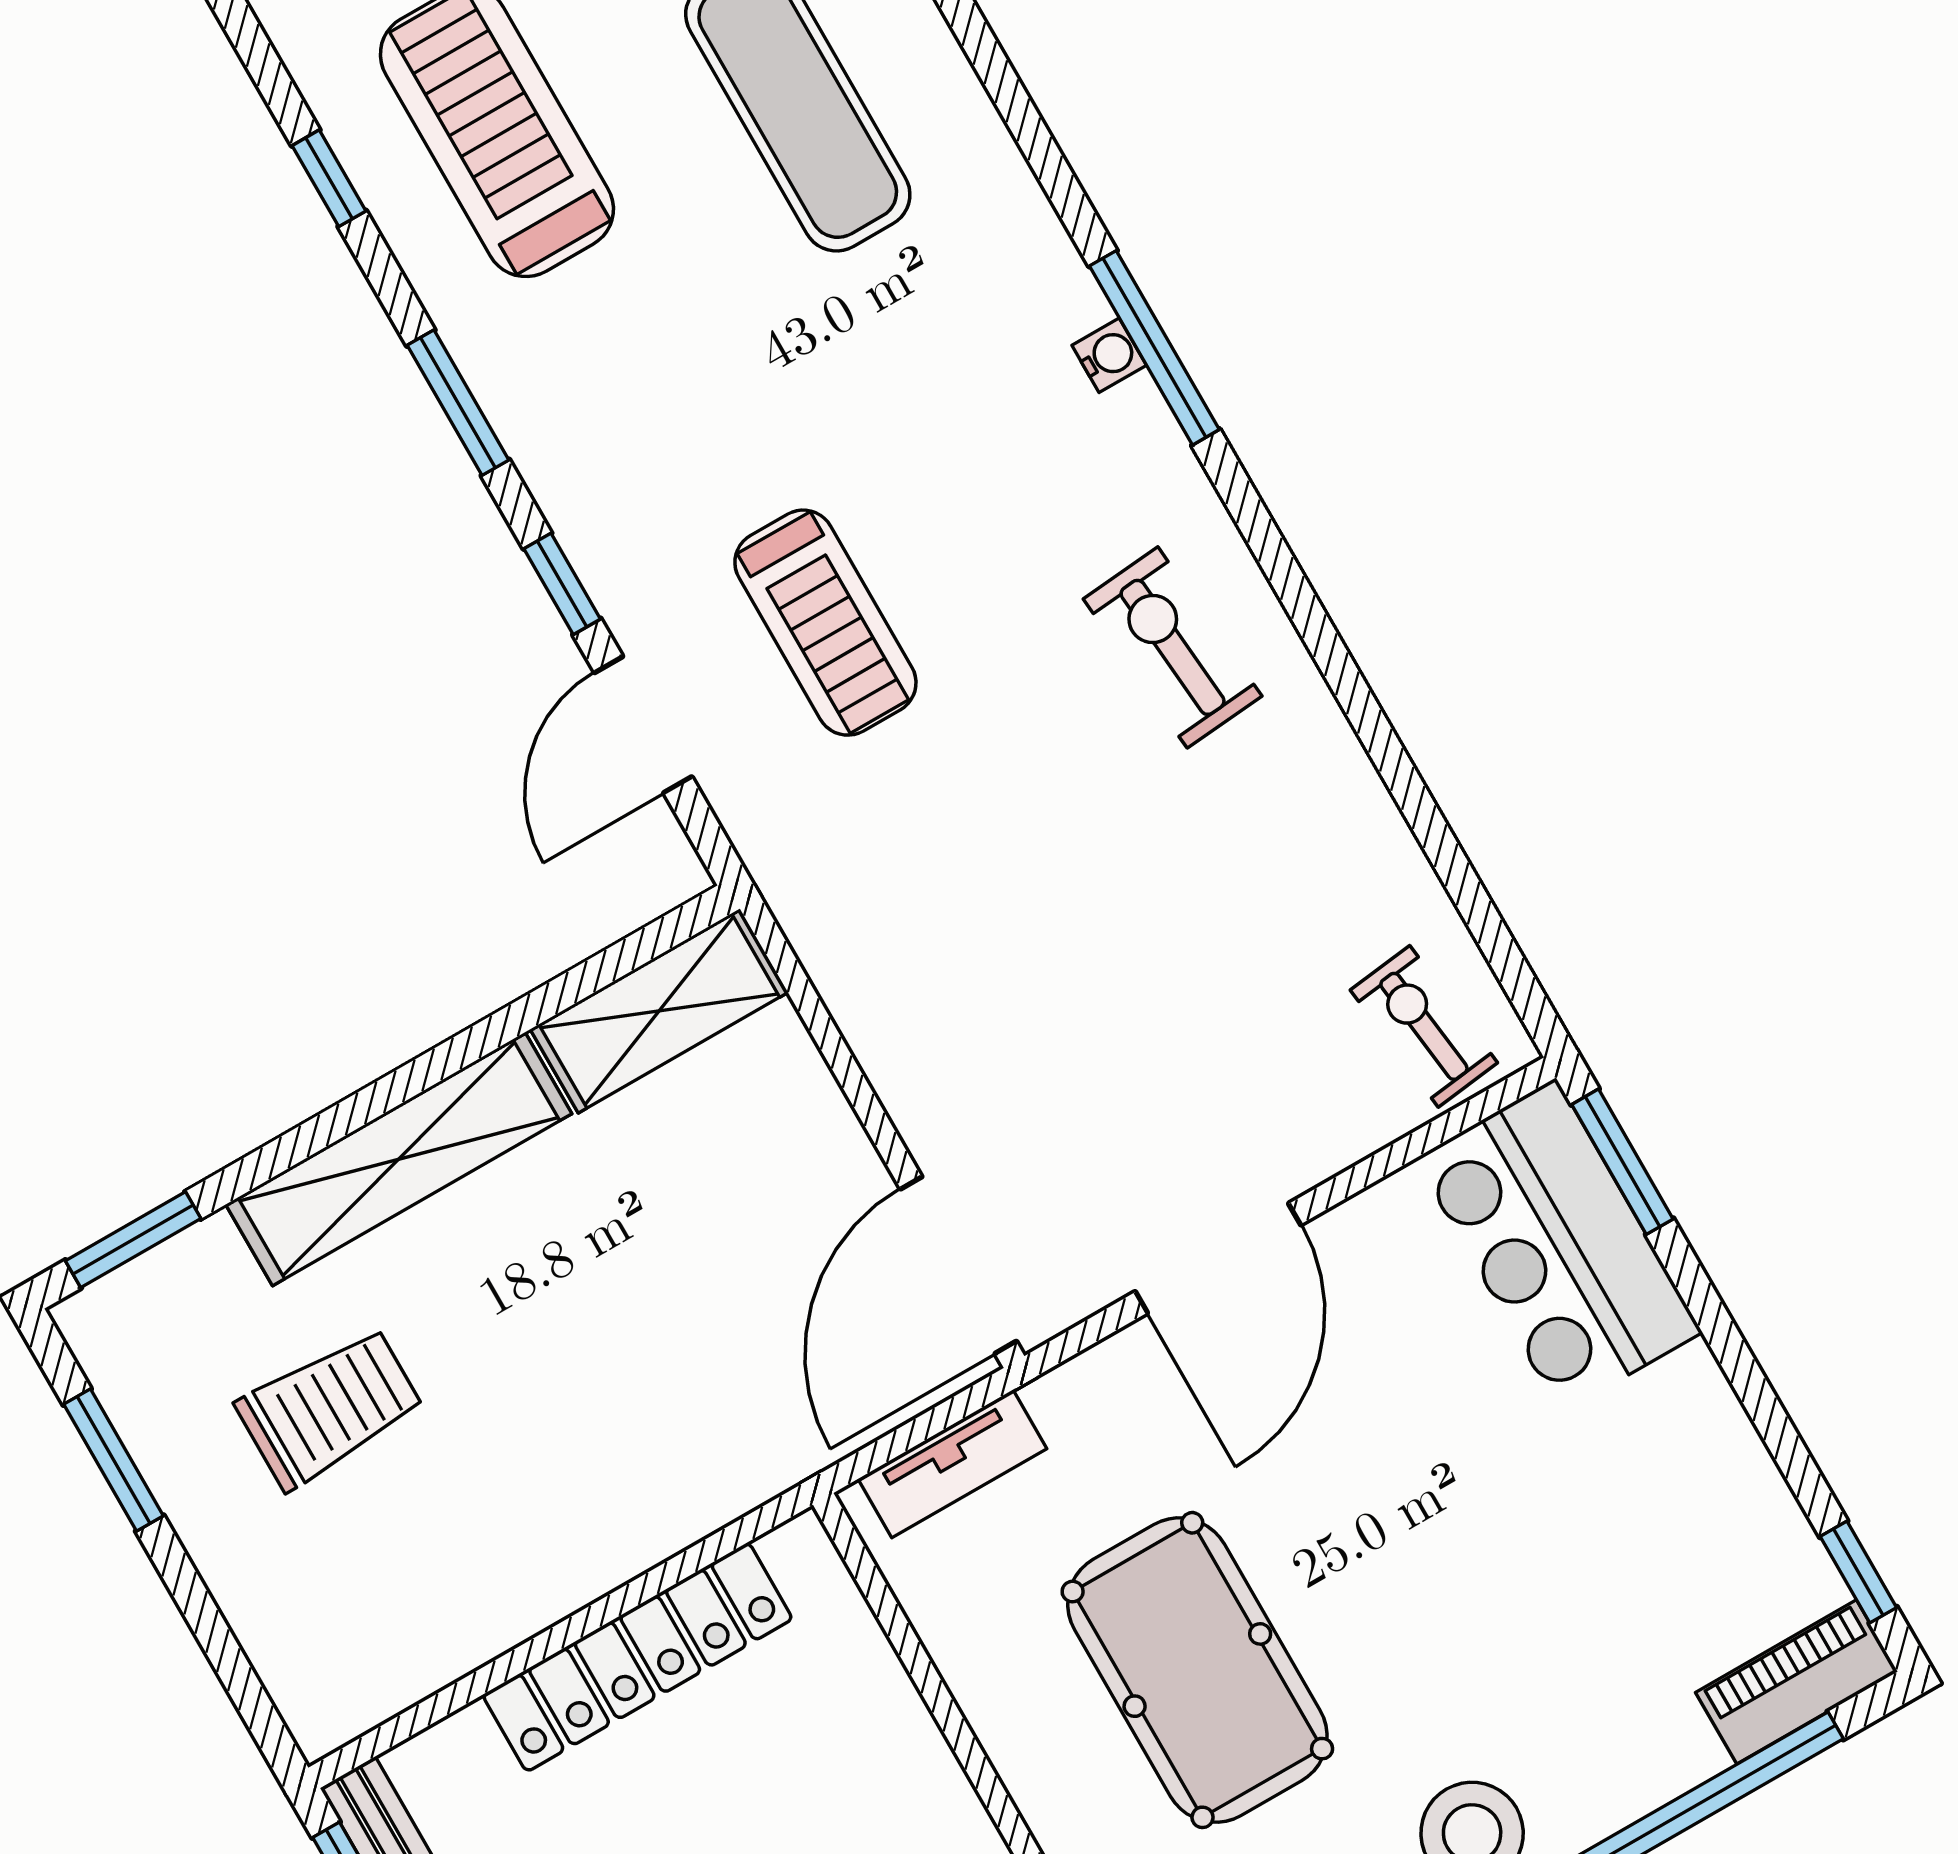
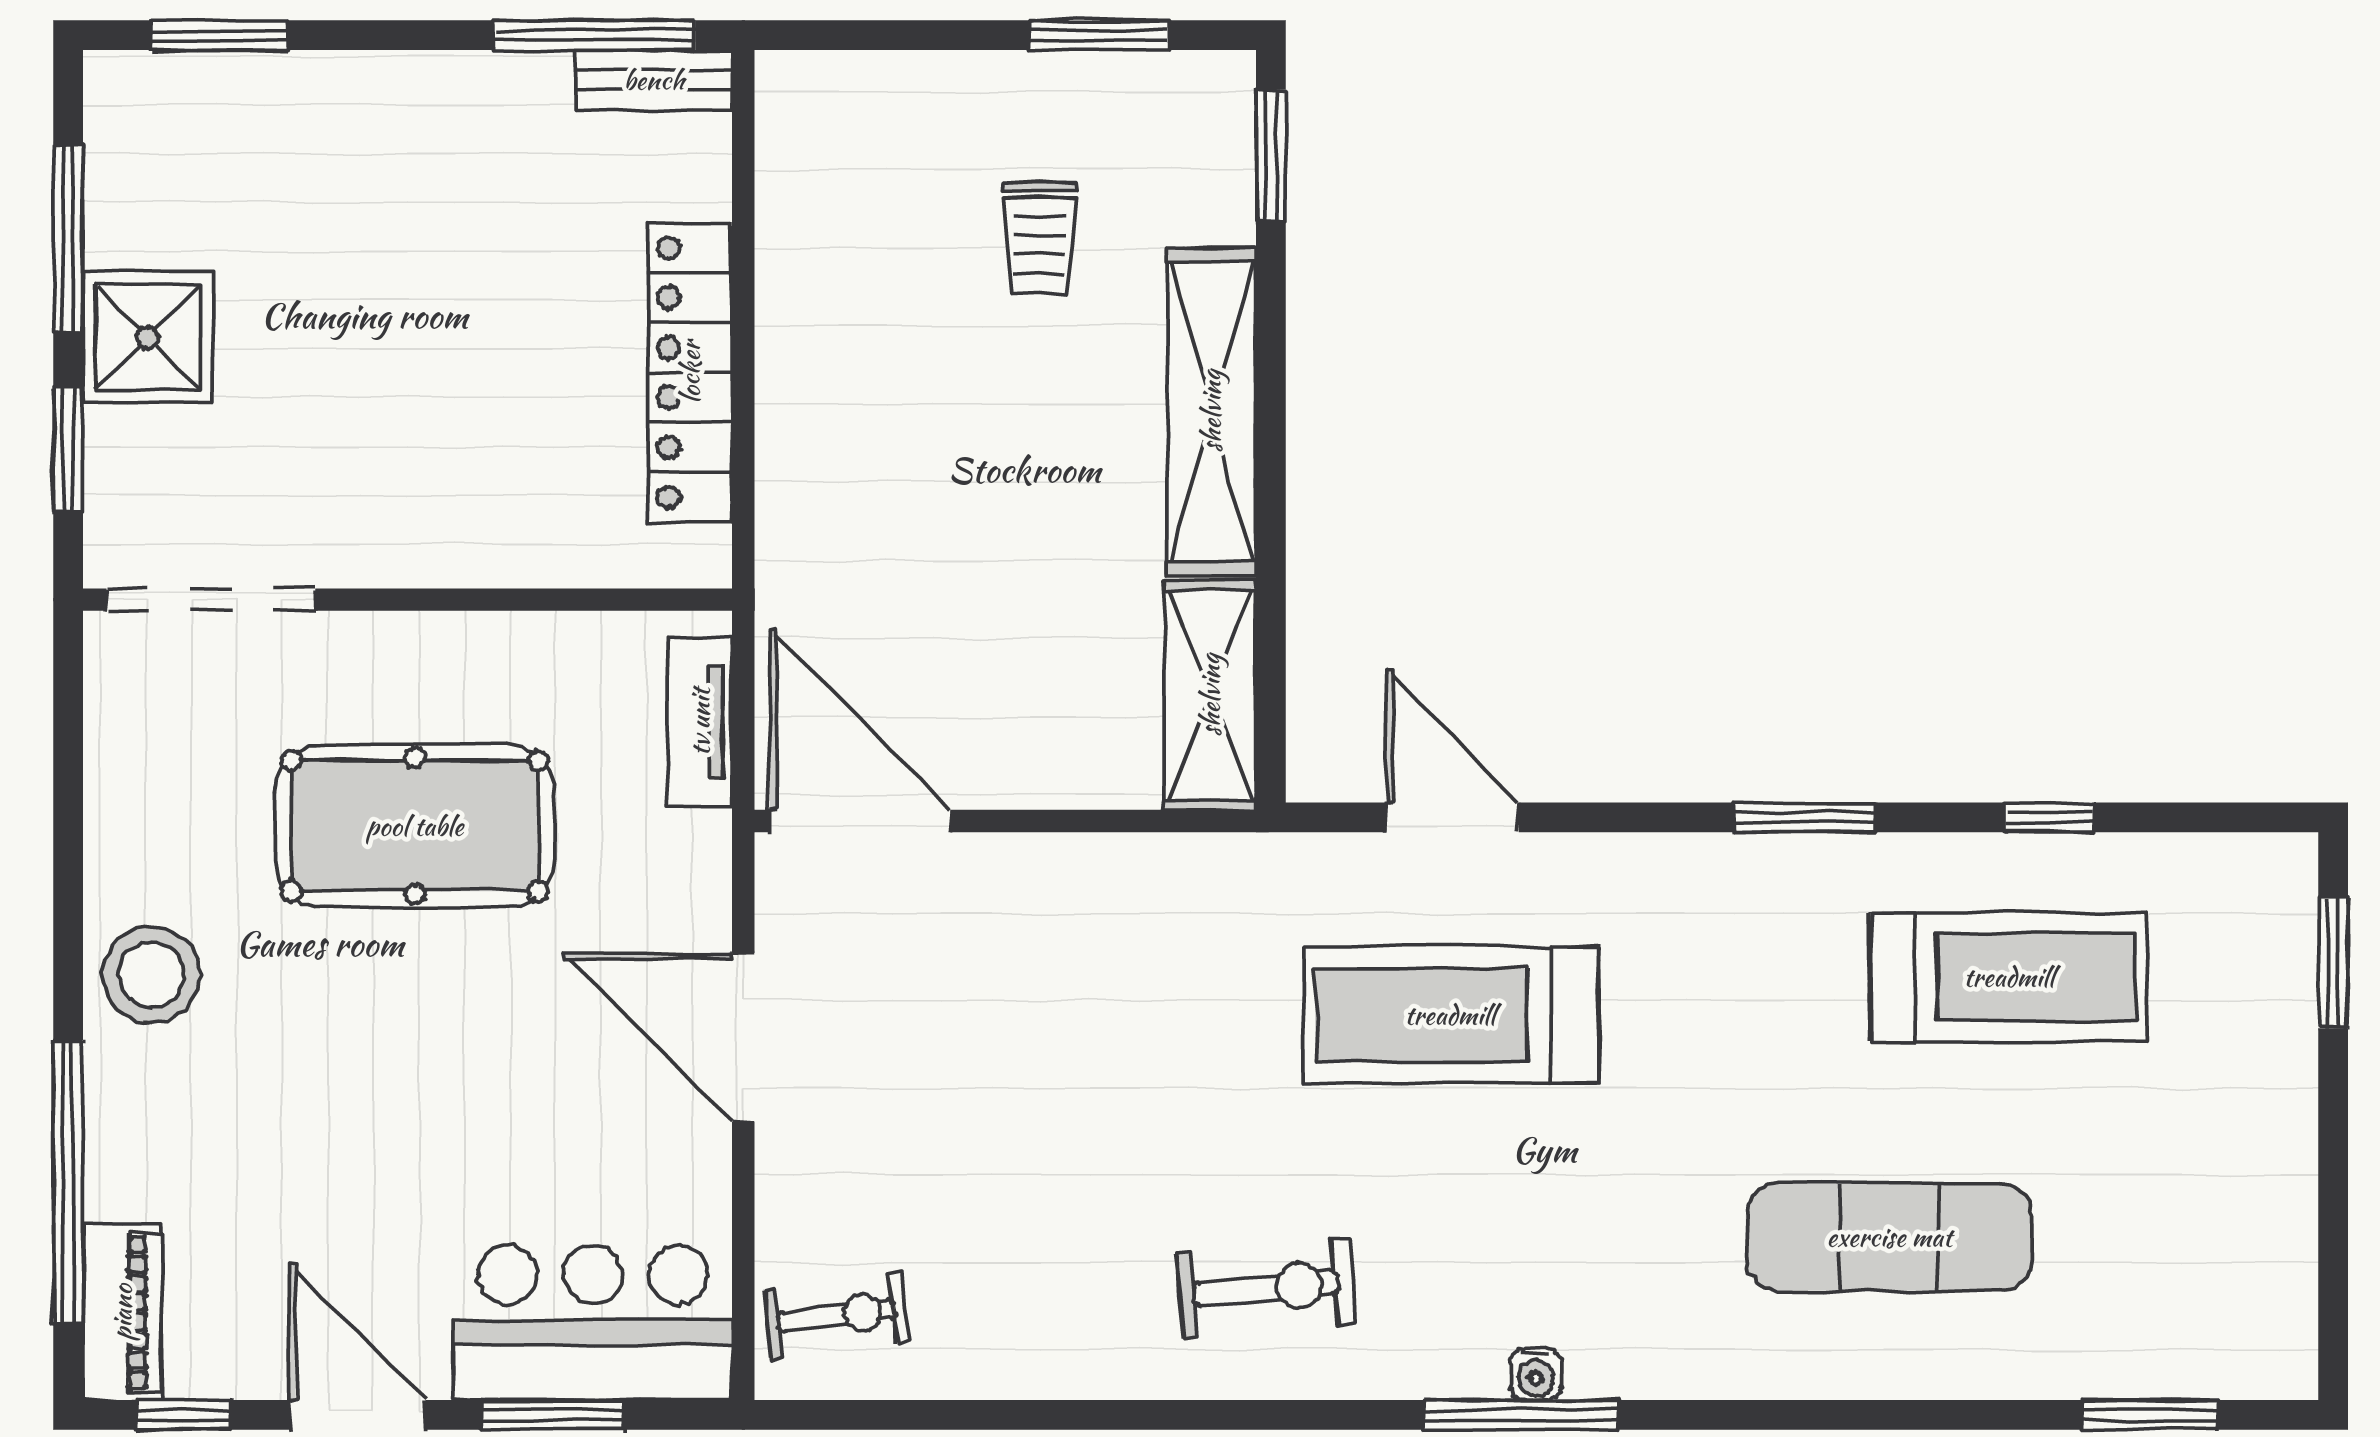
window: (562, 584) -> (1607, 817), removed
treadmill: (825, 623) -> (1450, 1015), width x1.37, depth x1.38
window: (1622, 1162) -> (553, 1415), moved
trolley: (330, 1408) -> (1040, 237), width x0.73, depth x0.72
door: (1767, 1413) -> (357, 1415), added

